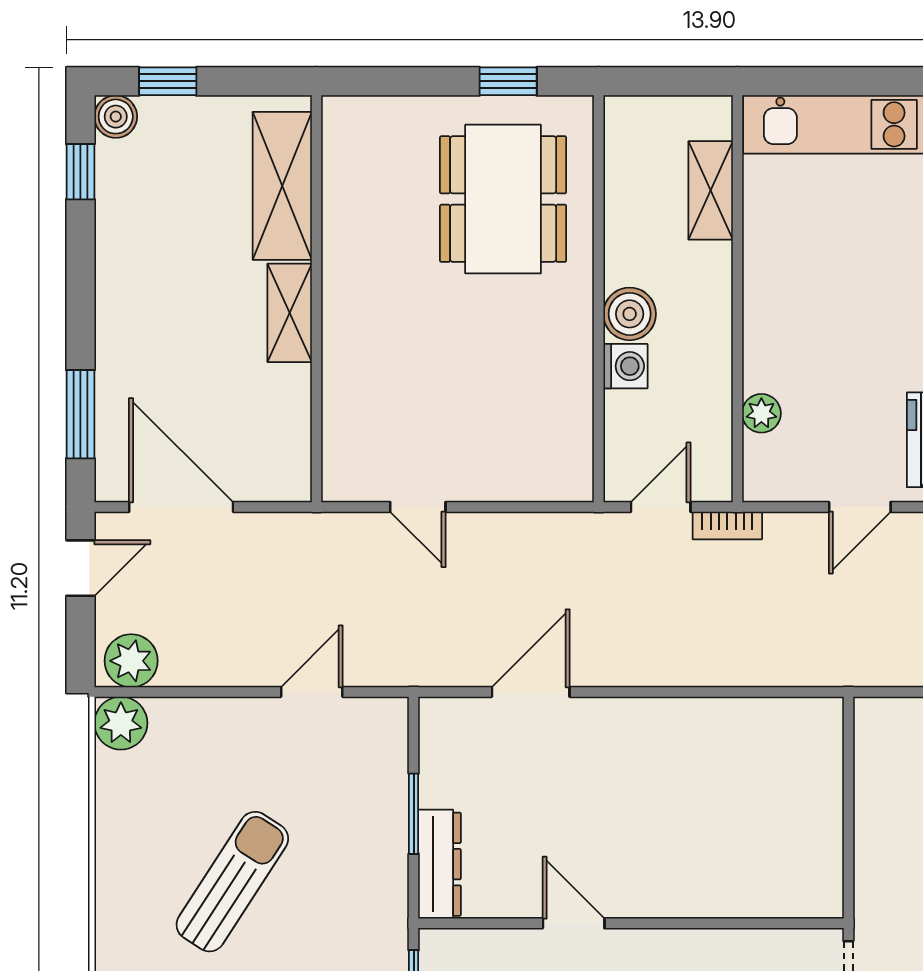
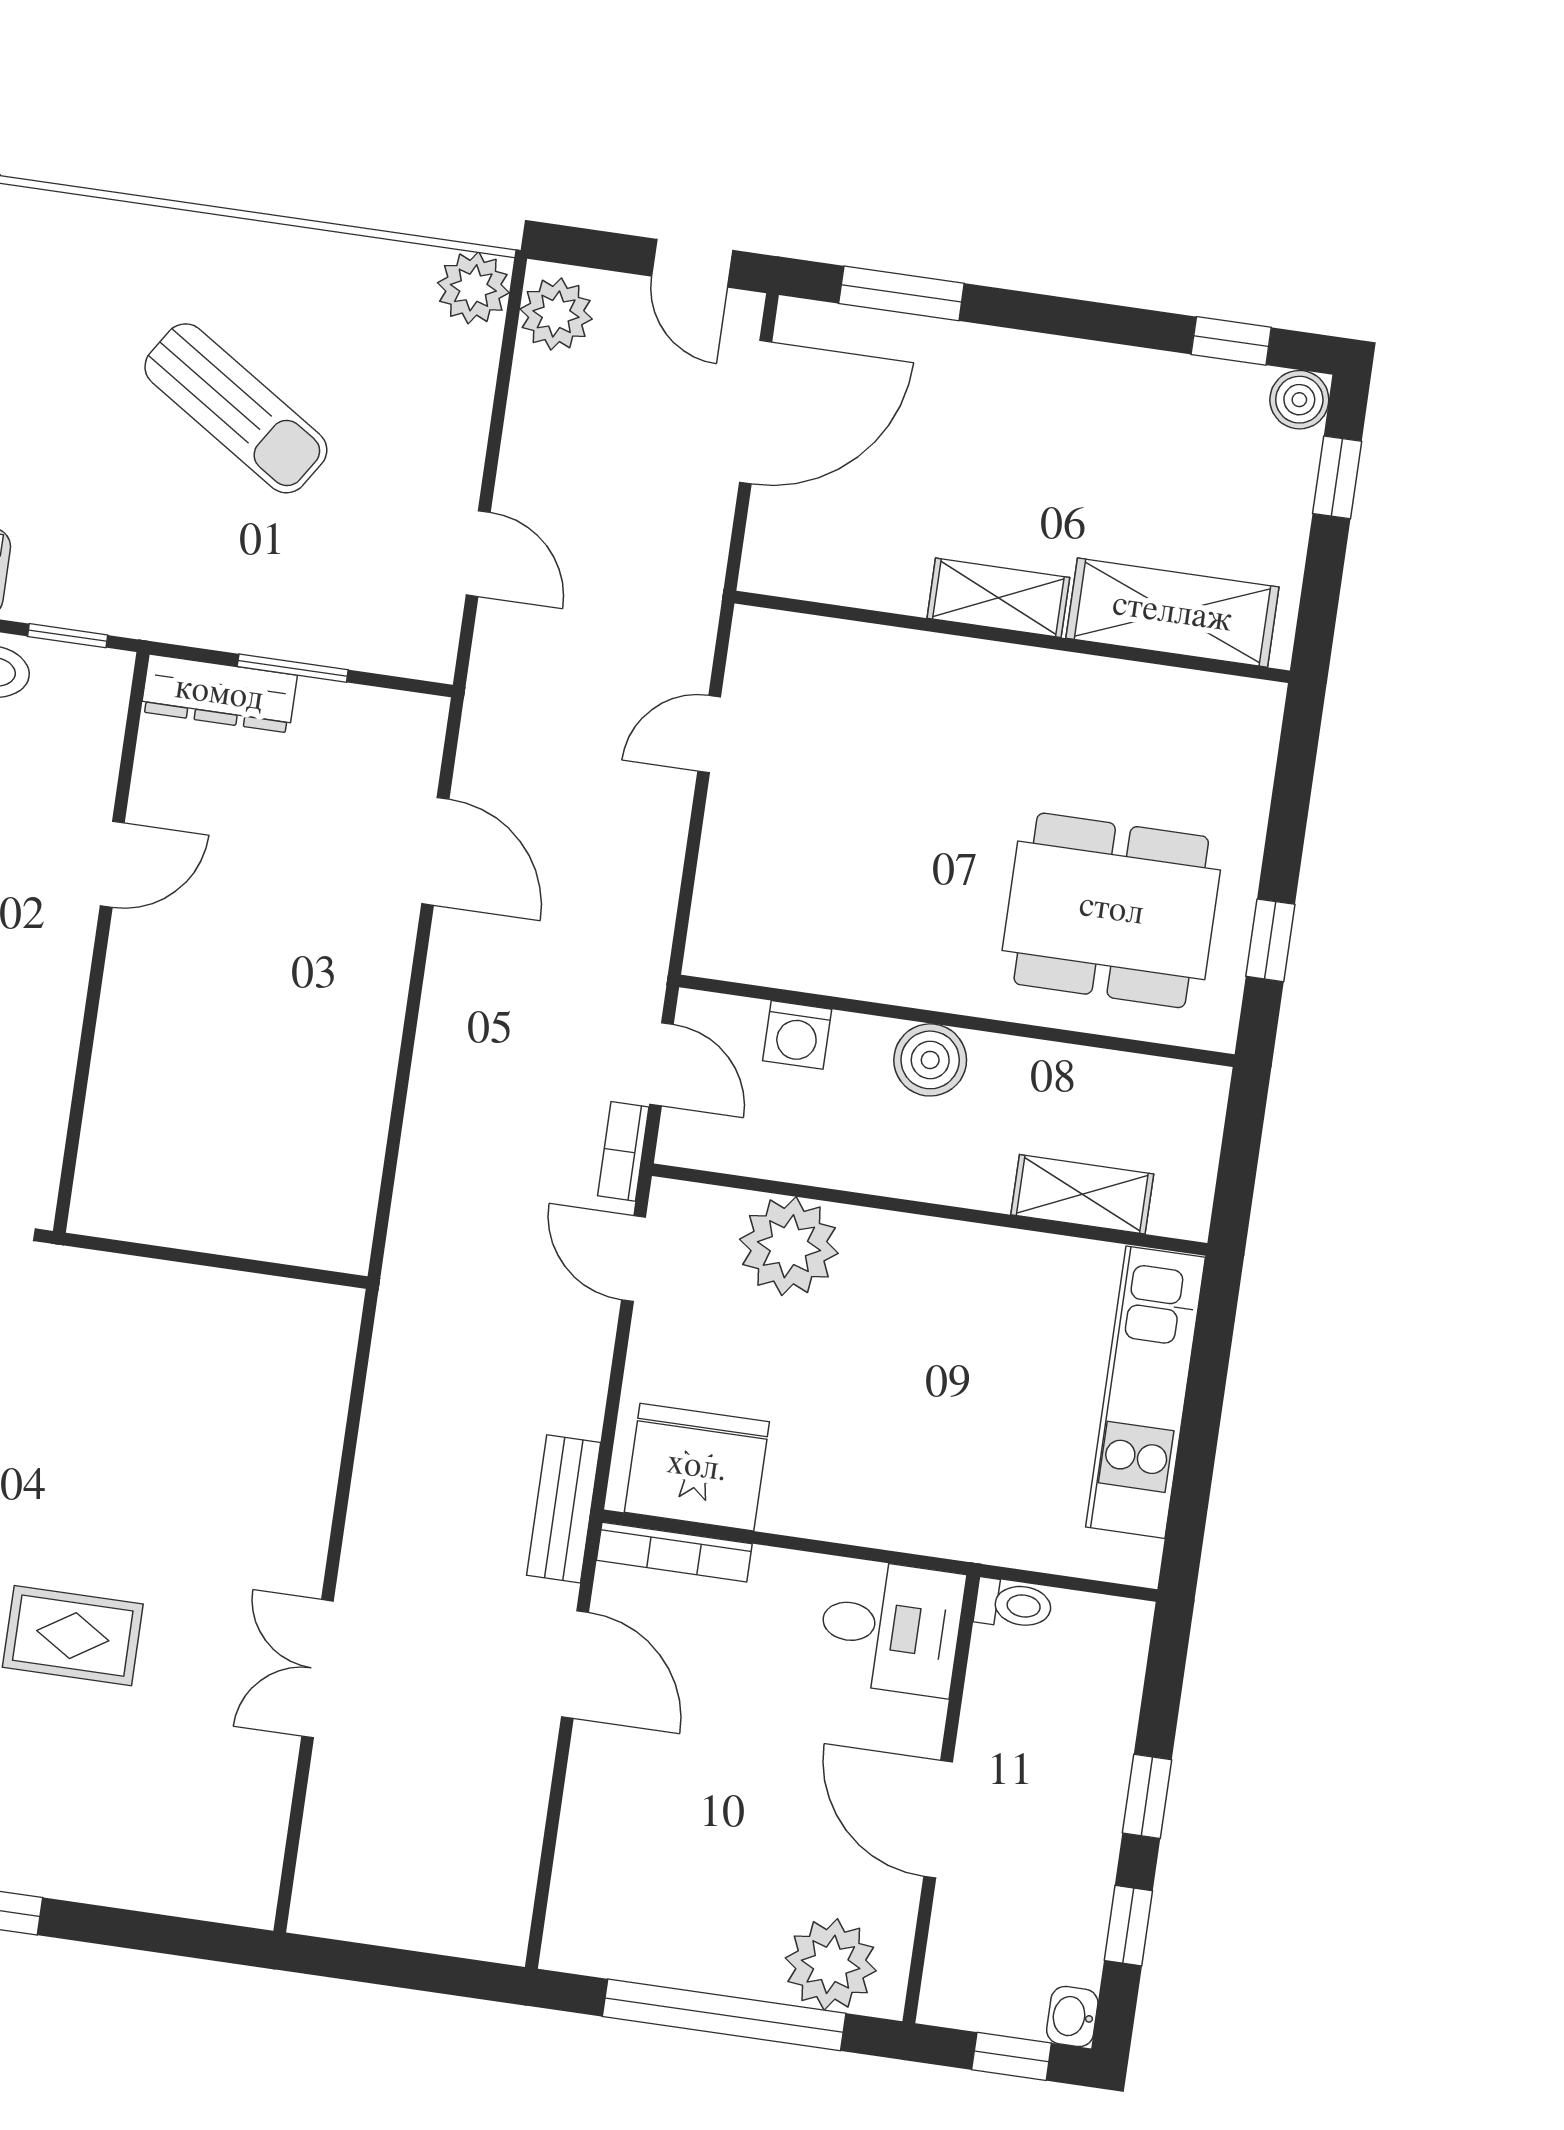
washing machine: (625, 366) -> (797, 1035), moved
plant: (761, 413) -> (789, 1246), width x1.87, depth x1.87
door: (860, 507) -> (634, 1259), moved

